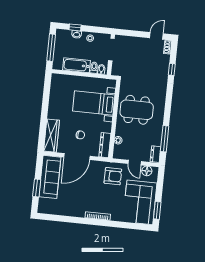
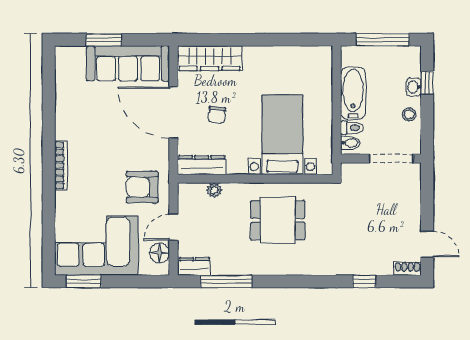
dining table: (137, 110) -> (278, 220), width x0.73
armchair: (113, 176) -> (142, 187), turned 90

